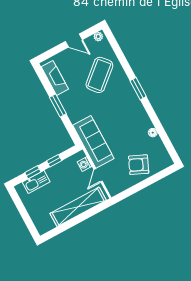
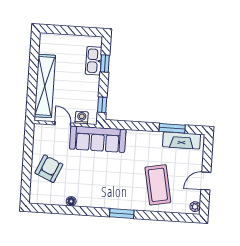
coffee table: (99, 75) -> (158, 185), turned 30
window: (58, 106) -> (172, 128), moved
window: (54, 161) -> (102, 105), moved

